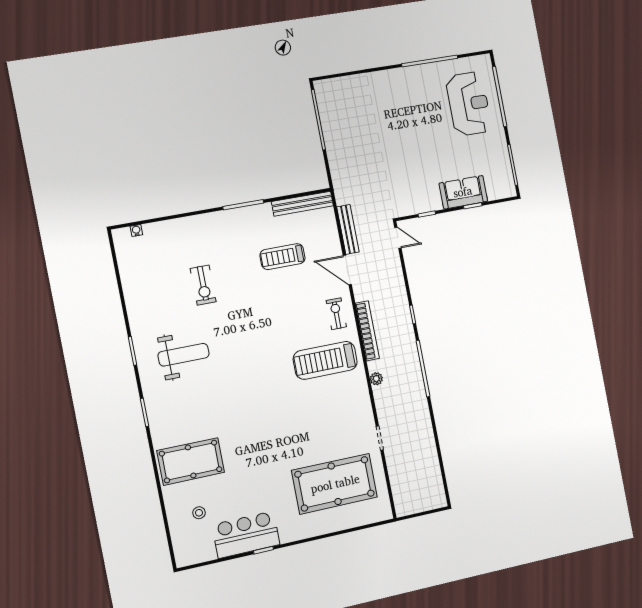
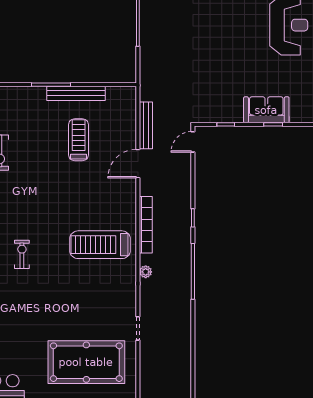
bench: (302, 204) -> (76, 93), moved
door: (398, 238) -> (193, 142), swing flipped
treadmill: (283, 257) -> (79, 140), turned 90
door: (347, 270) -> (138, 164), hinge flipped
exercise bike: (336, 314) -> (22, 254), moved

